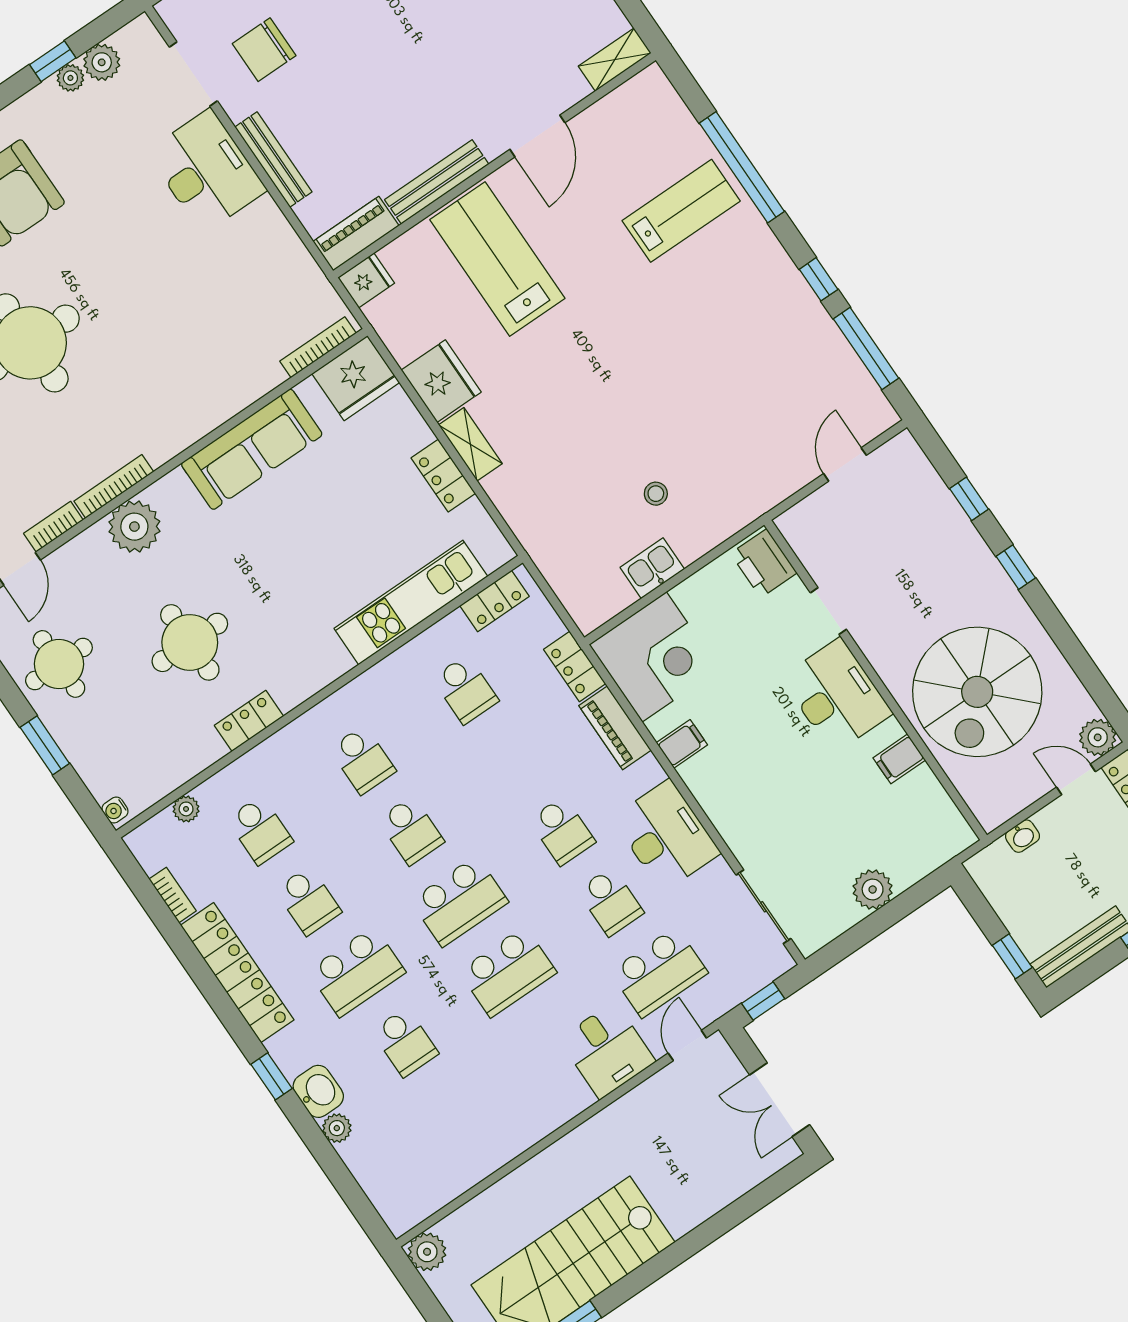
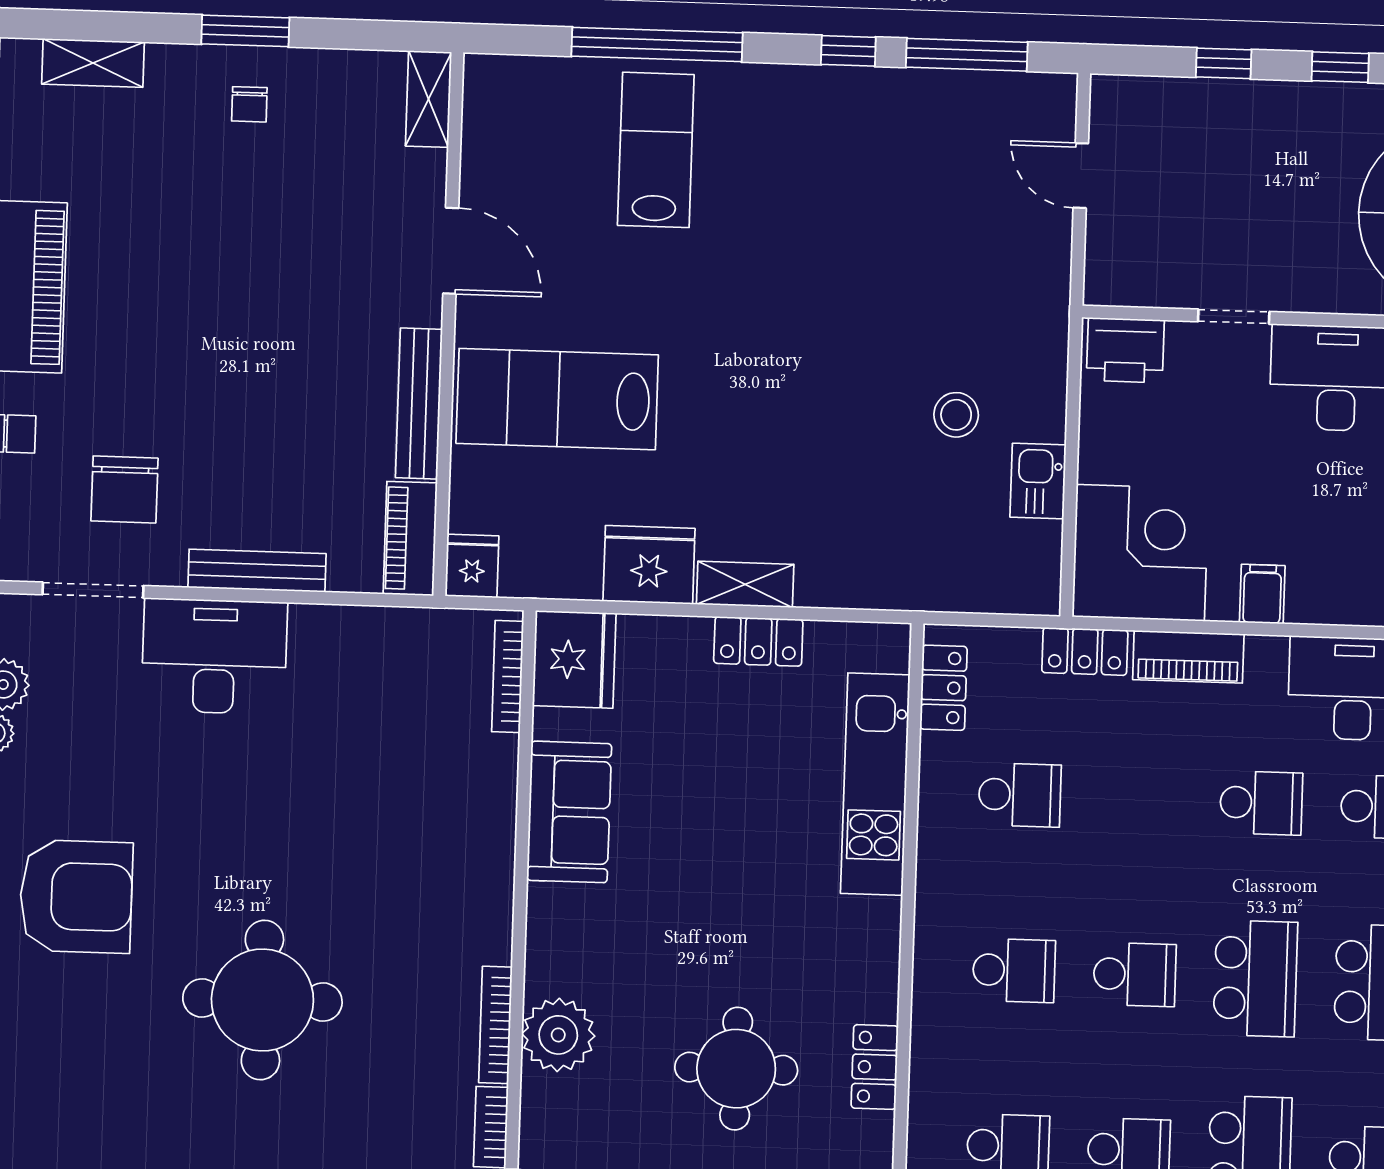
sofa: (252, 449) -> (569, 812), width x0.73
stool: (656, 494) -> (956, 415), width x1.37, depth x1.37

